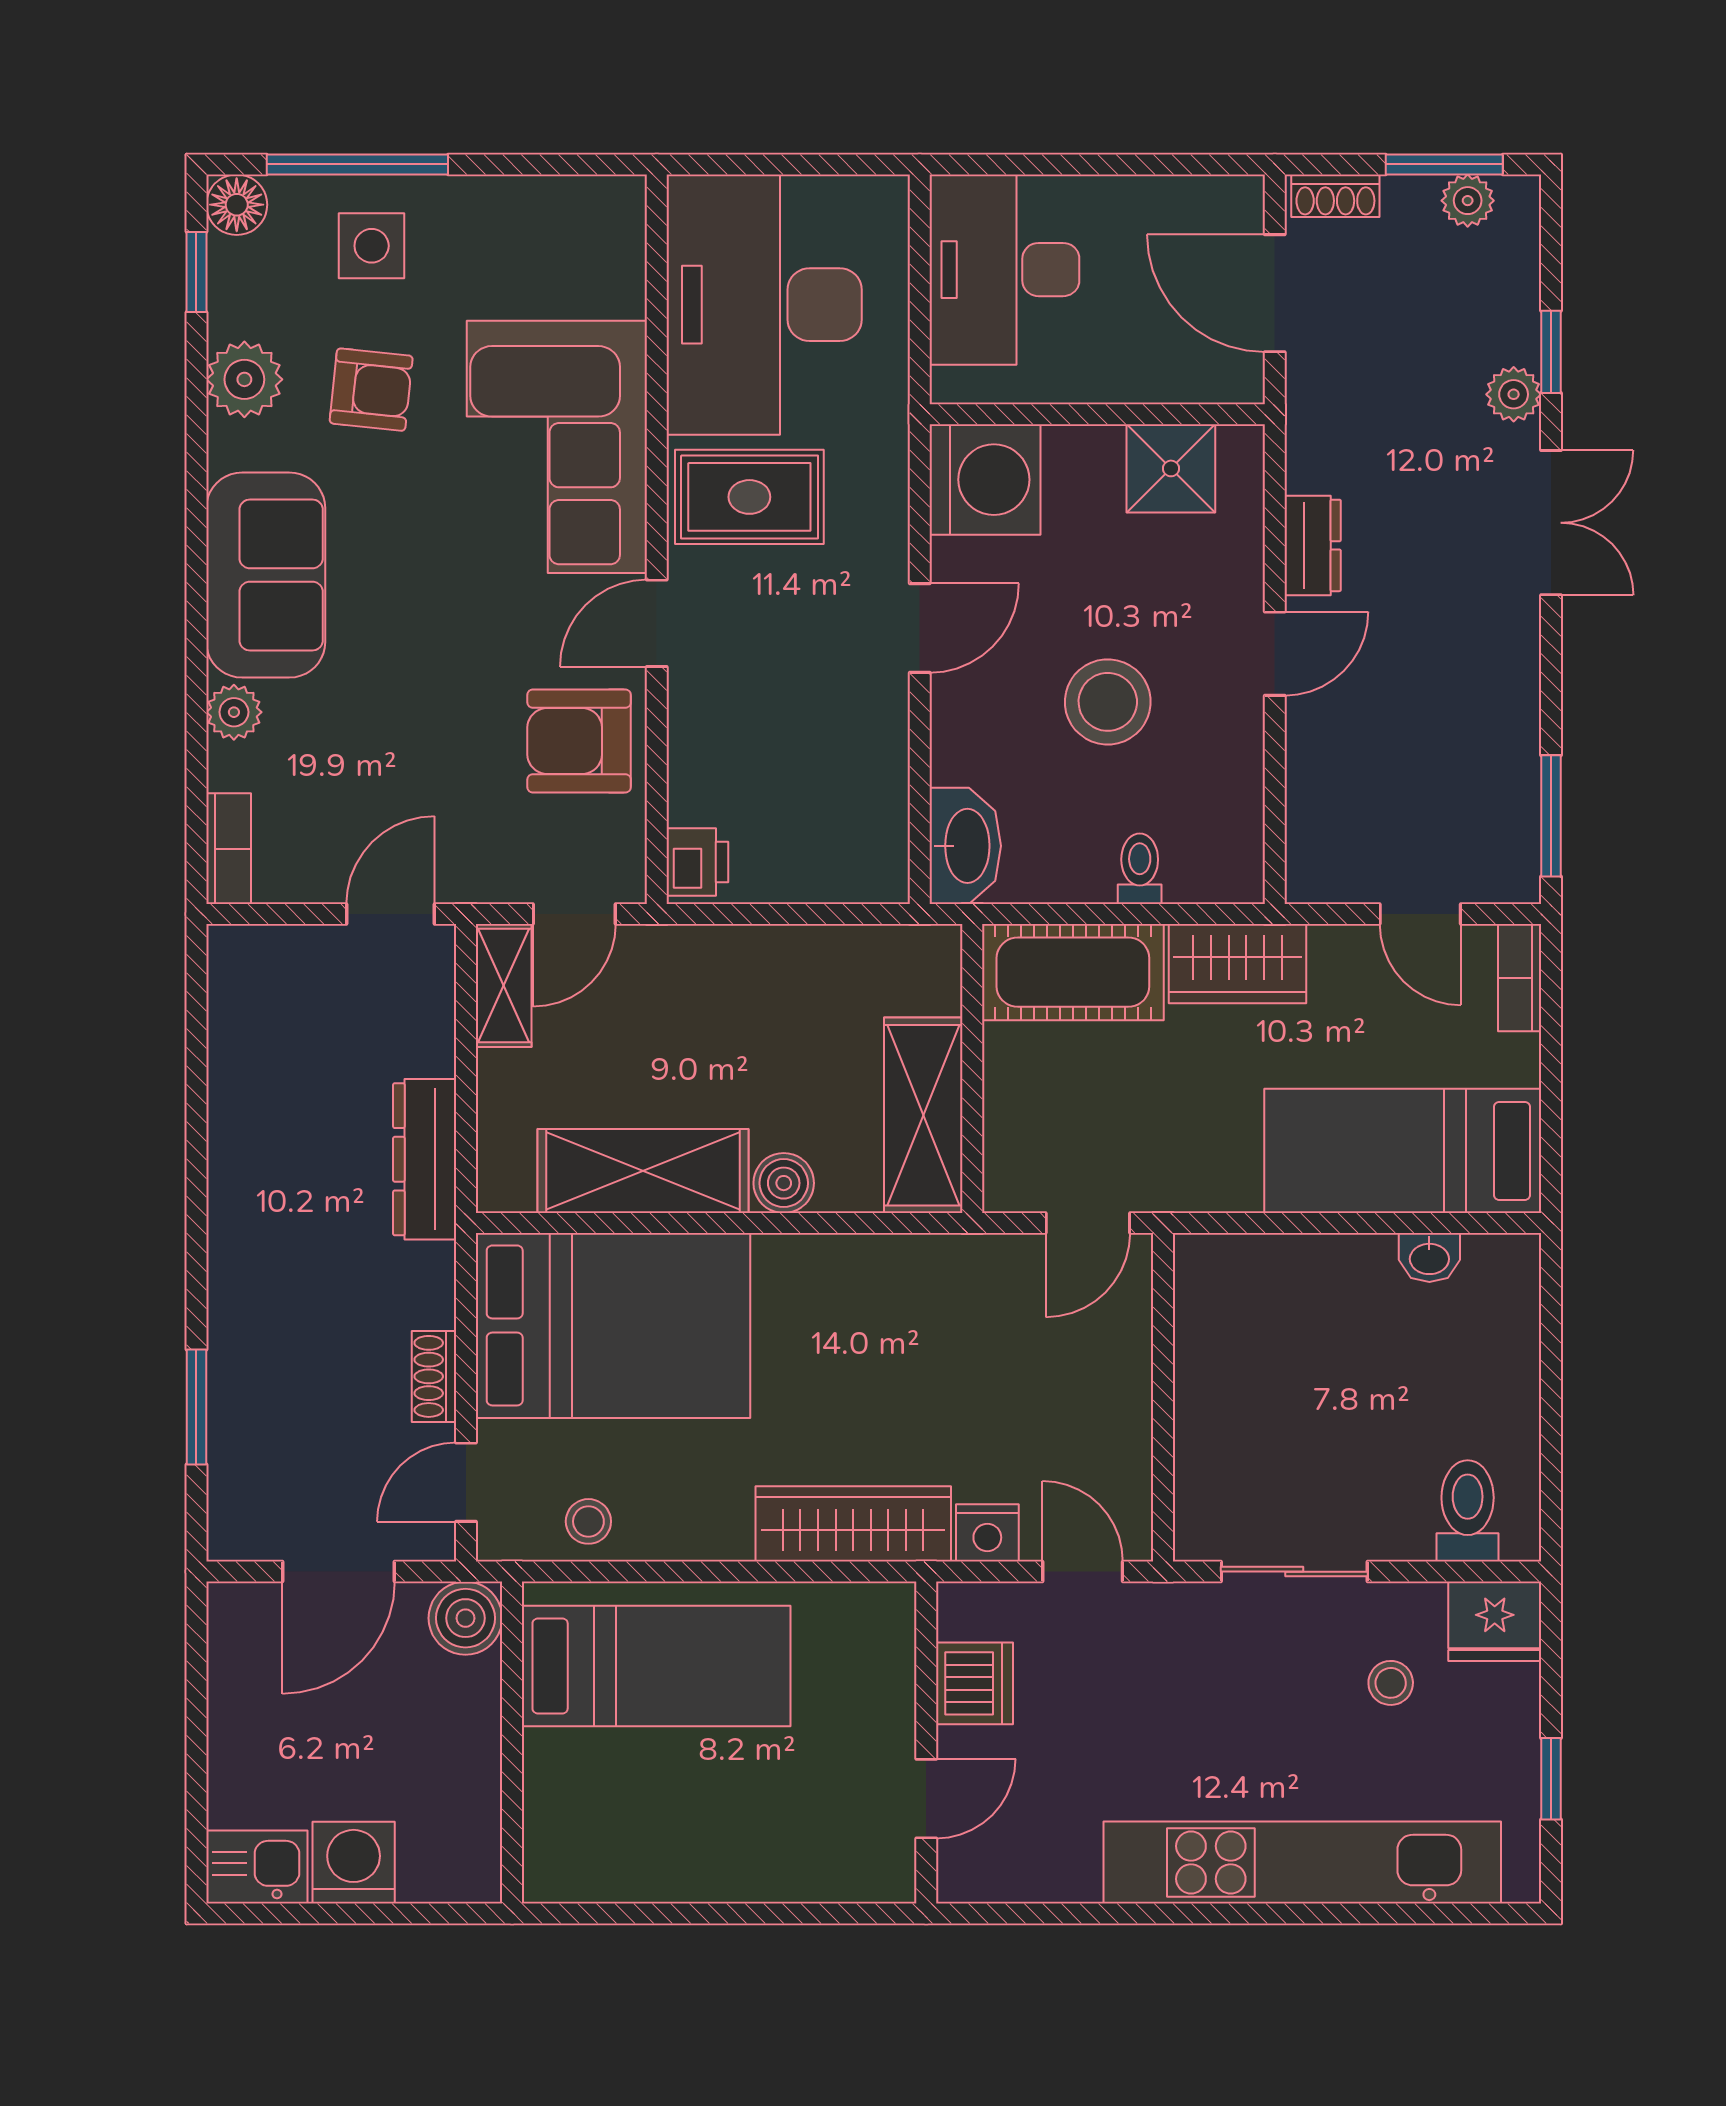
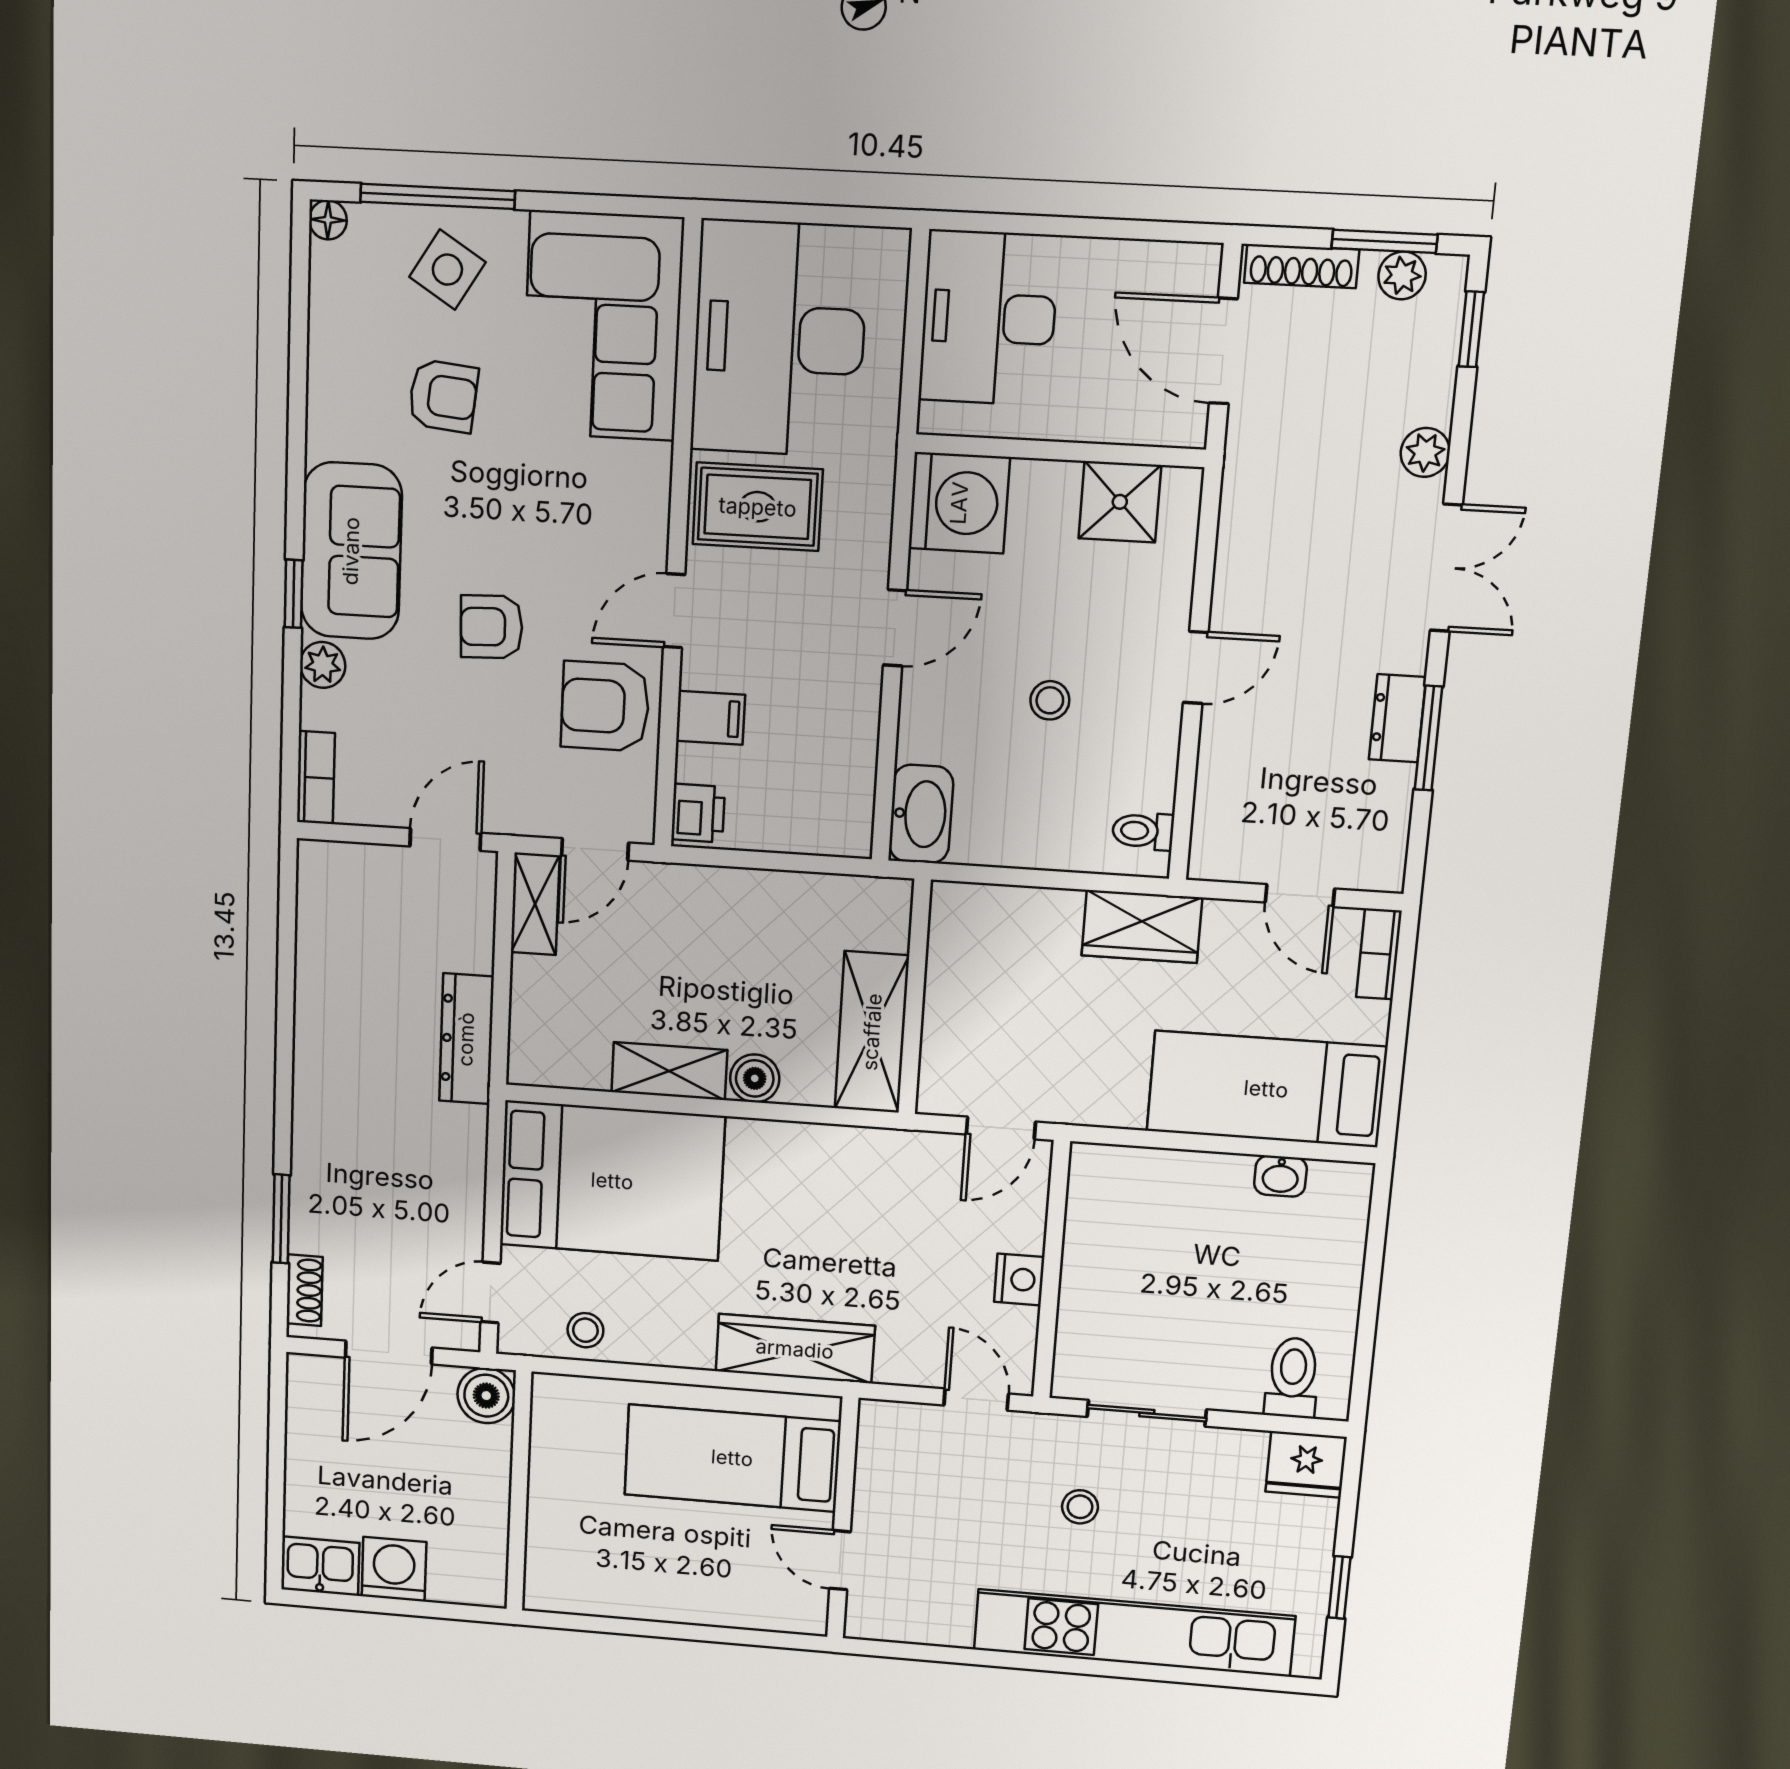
shoe rack: (1335, 196) -> (1302, 266), width x1.43
floor lamp: (237, 205) -> (328, 220), width x0.73, depth x0.73
side table: (372, 246) -> (447, 270), turned 32
window: (196, 272) -> (294, 594), moved
window: (1551, 352) -> (1471, 329), moved
plant: (244, 379) -> (338, 382), removed
corner sofa: (557, 447) -> (603, 326), moved
dresser: (1313, 545) -> (1397, 718), moved, turned 180
armchair: (438, 655) -> (491, 627), added
stool: (1108, 702) -> (1050, 700), width x0.53, depth x0.53
filing cabinet: (707, 747) -> (710, 718), added
window: (1551, 816) -> (1428, 738), moved
toilet: (1140, 869) -> (1143, 831), moved, turned -90
cot: (1073, 972) -> (1004, 924), removed
shelving: (643, 1171) -> (669, 1071), width x0.67, depth x0.75
shoe rack: (434, 1376) -> (305, 1290), moved, turned 180
nightstand: (987, 1533) -> (1019, 1279), moved, turned -90
bed: (656, 1666) -> (732, 1458), moved, turned 180
dishwasher: (975, 1683) -> (884, 1477), removed
stool: (1391, 1683) -> (1080, 1507), moved
door: (926, 1799) -> (840, 1560), swing flipped

